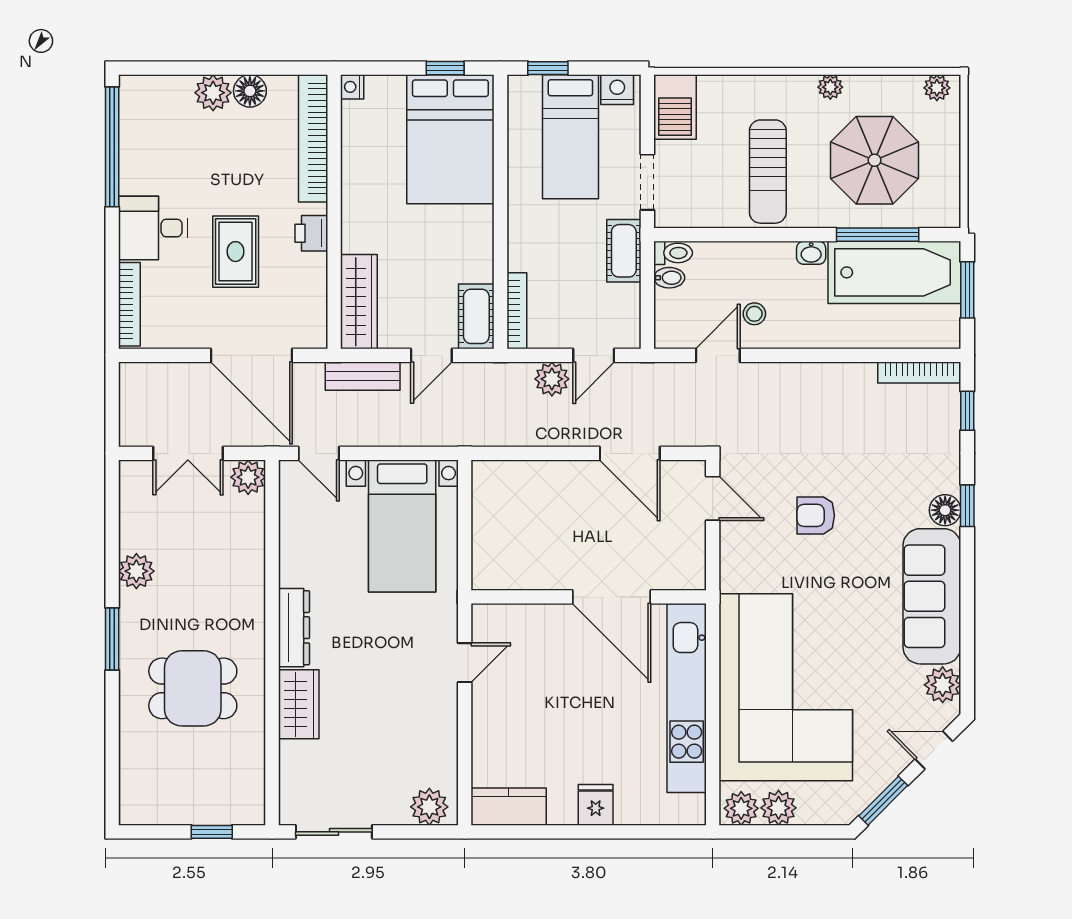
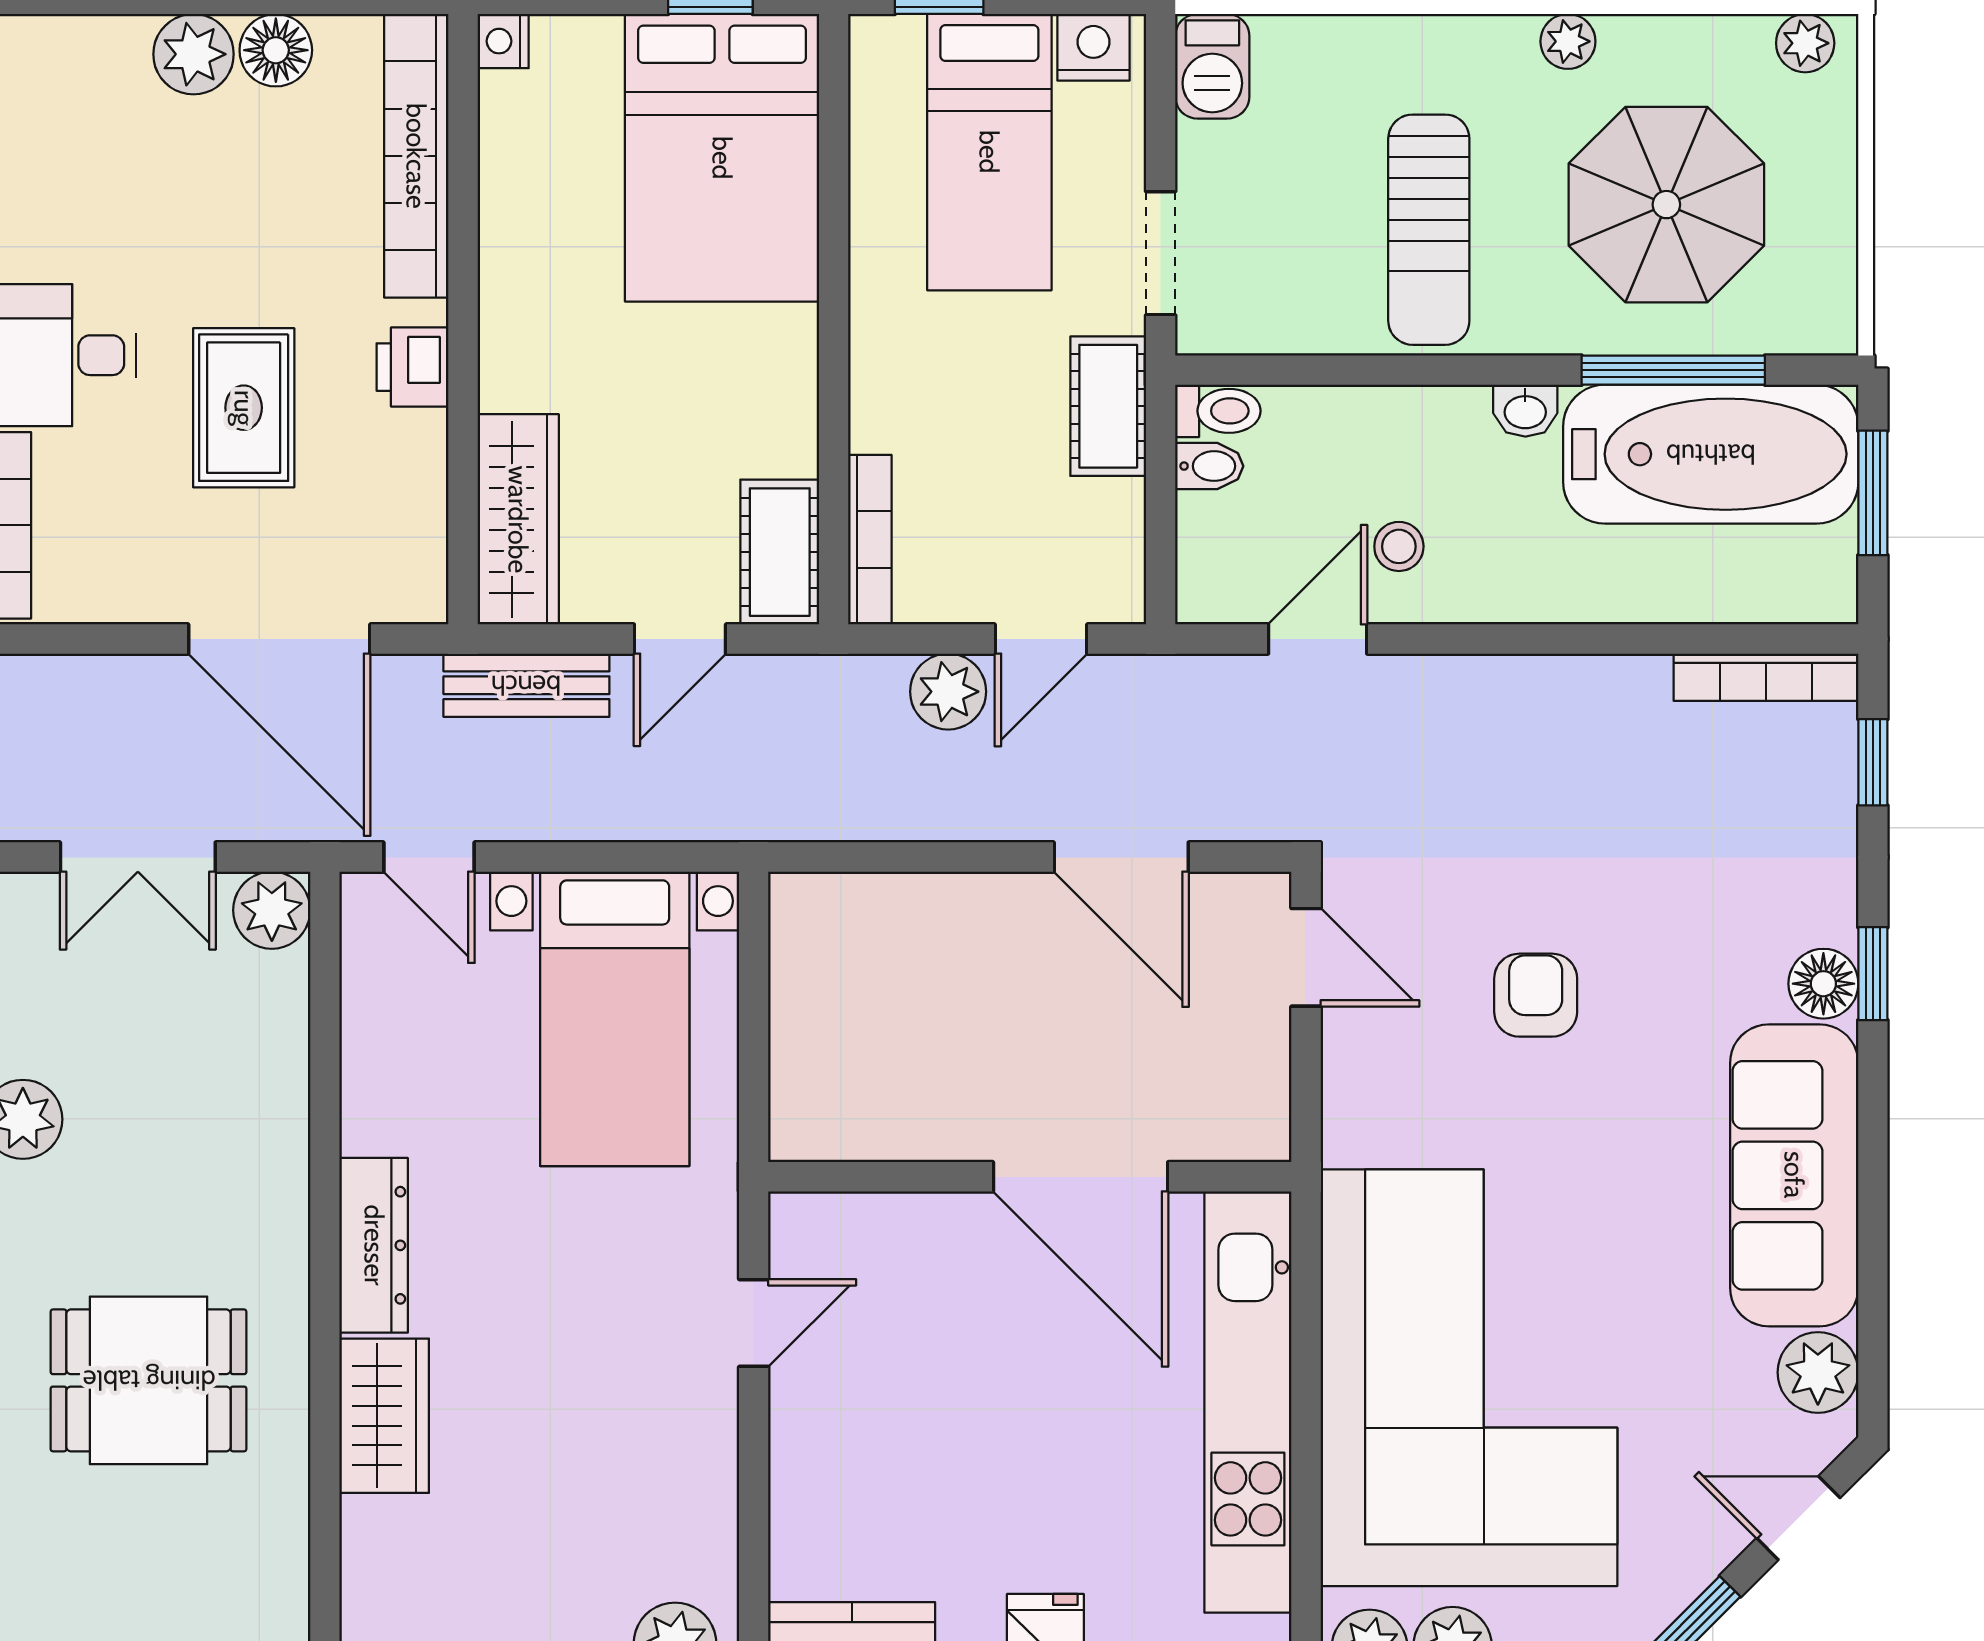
barbecue: (675, 107) -> (1212, 66), width x0.73, depth x0.79
armchair: (816, 515) -> (1536, 995), turned 90

